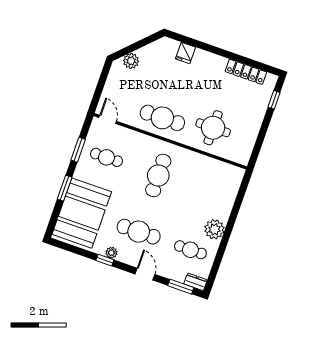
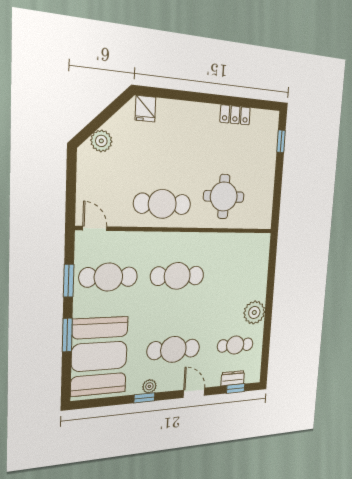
fridge: (185, 53) -> (145, 109), moved
locker: (246, 72) -> (235, 115), width x0.66
cafe table: (106, 157) -> (108, 277), width x1.37, depth x1.35
cafe table: (158, 176) -> (177, 276), turned 90
dresser: (196, 282) -> (233, 378), moved
window: (181, 287) -> (236, 388), width x0.67

